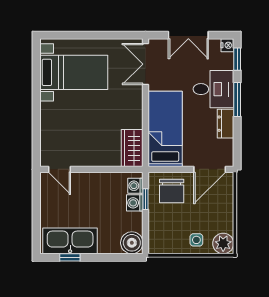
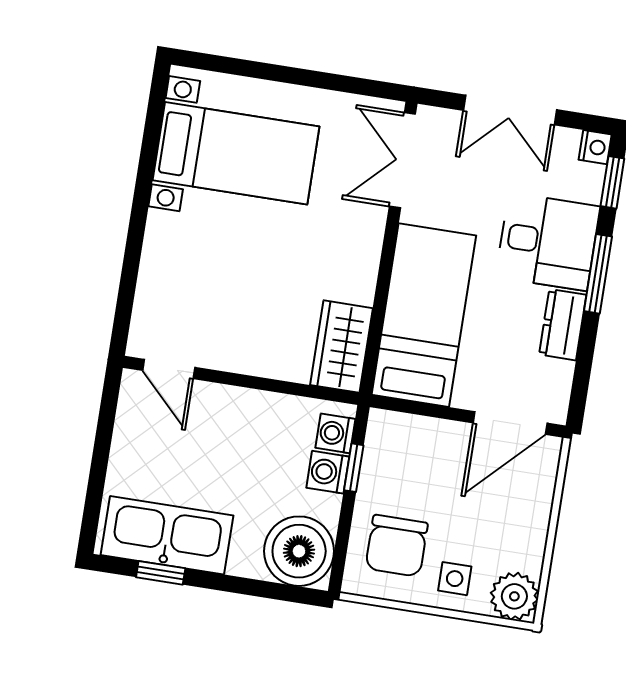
chair: (172, 191) -> (397, 546), moved
boiler: (132, 243) -> (299, 551), width x1.37, depth x1.37

